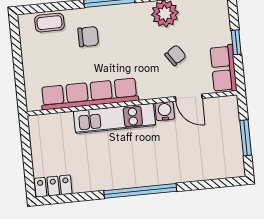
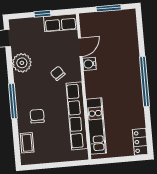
chair: (175, 55) -> (58, 73), moved
kitchen unit: (114, 118) -> (96, 126), moved

